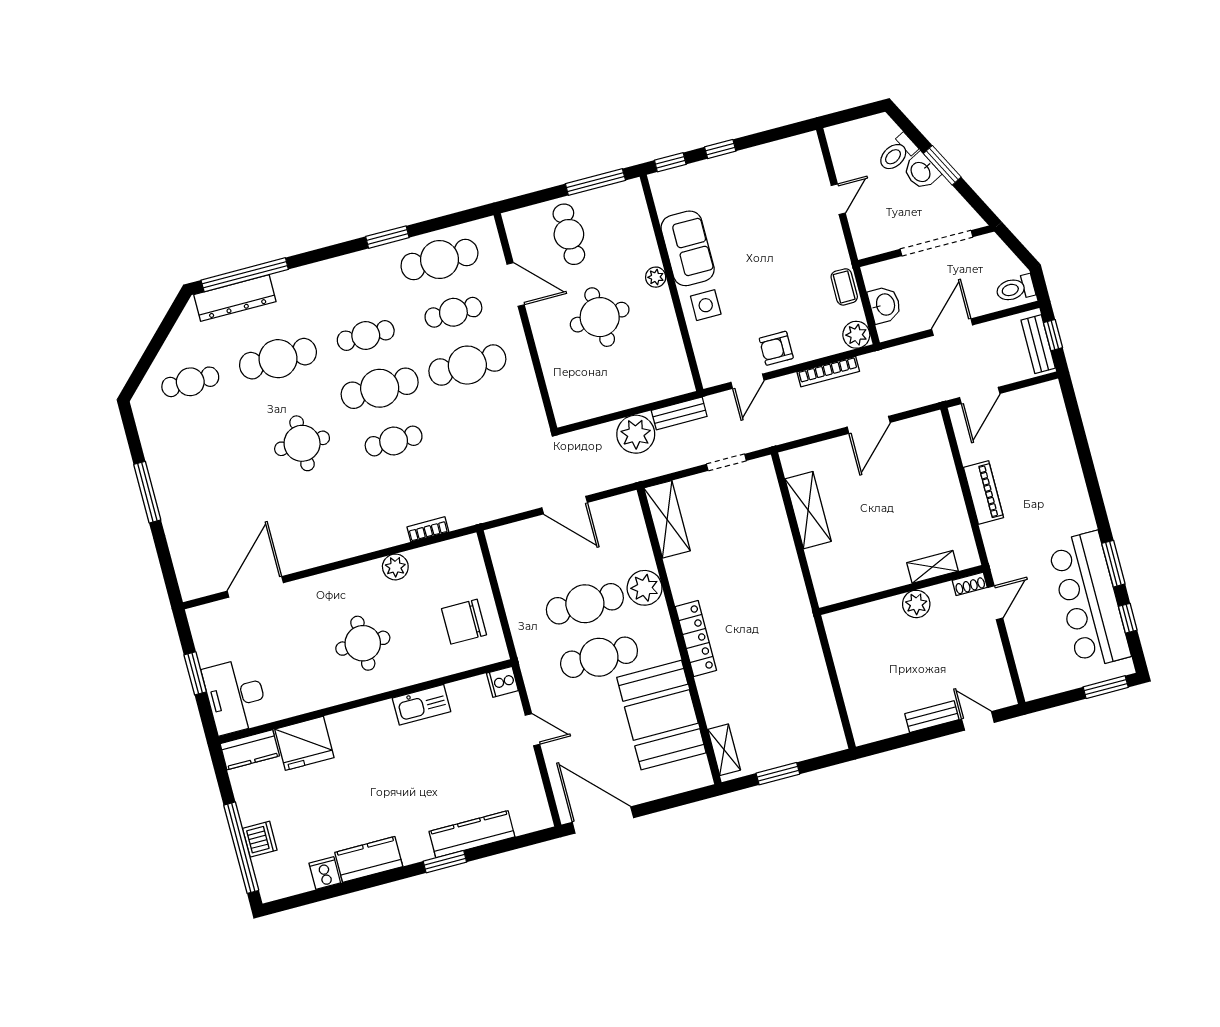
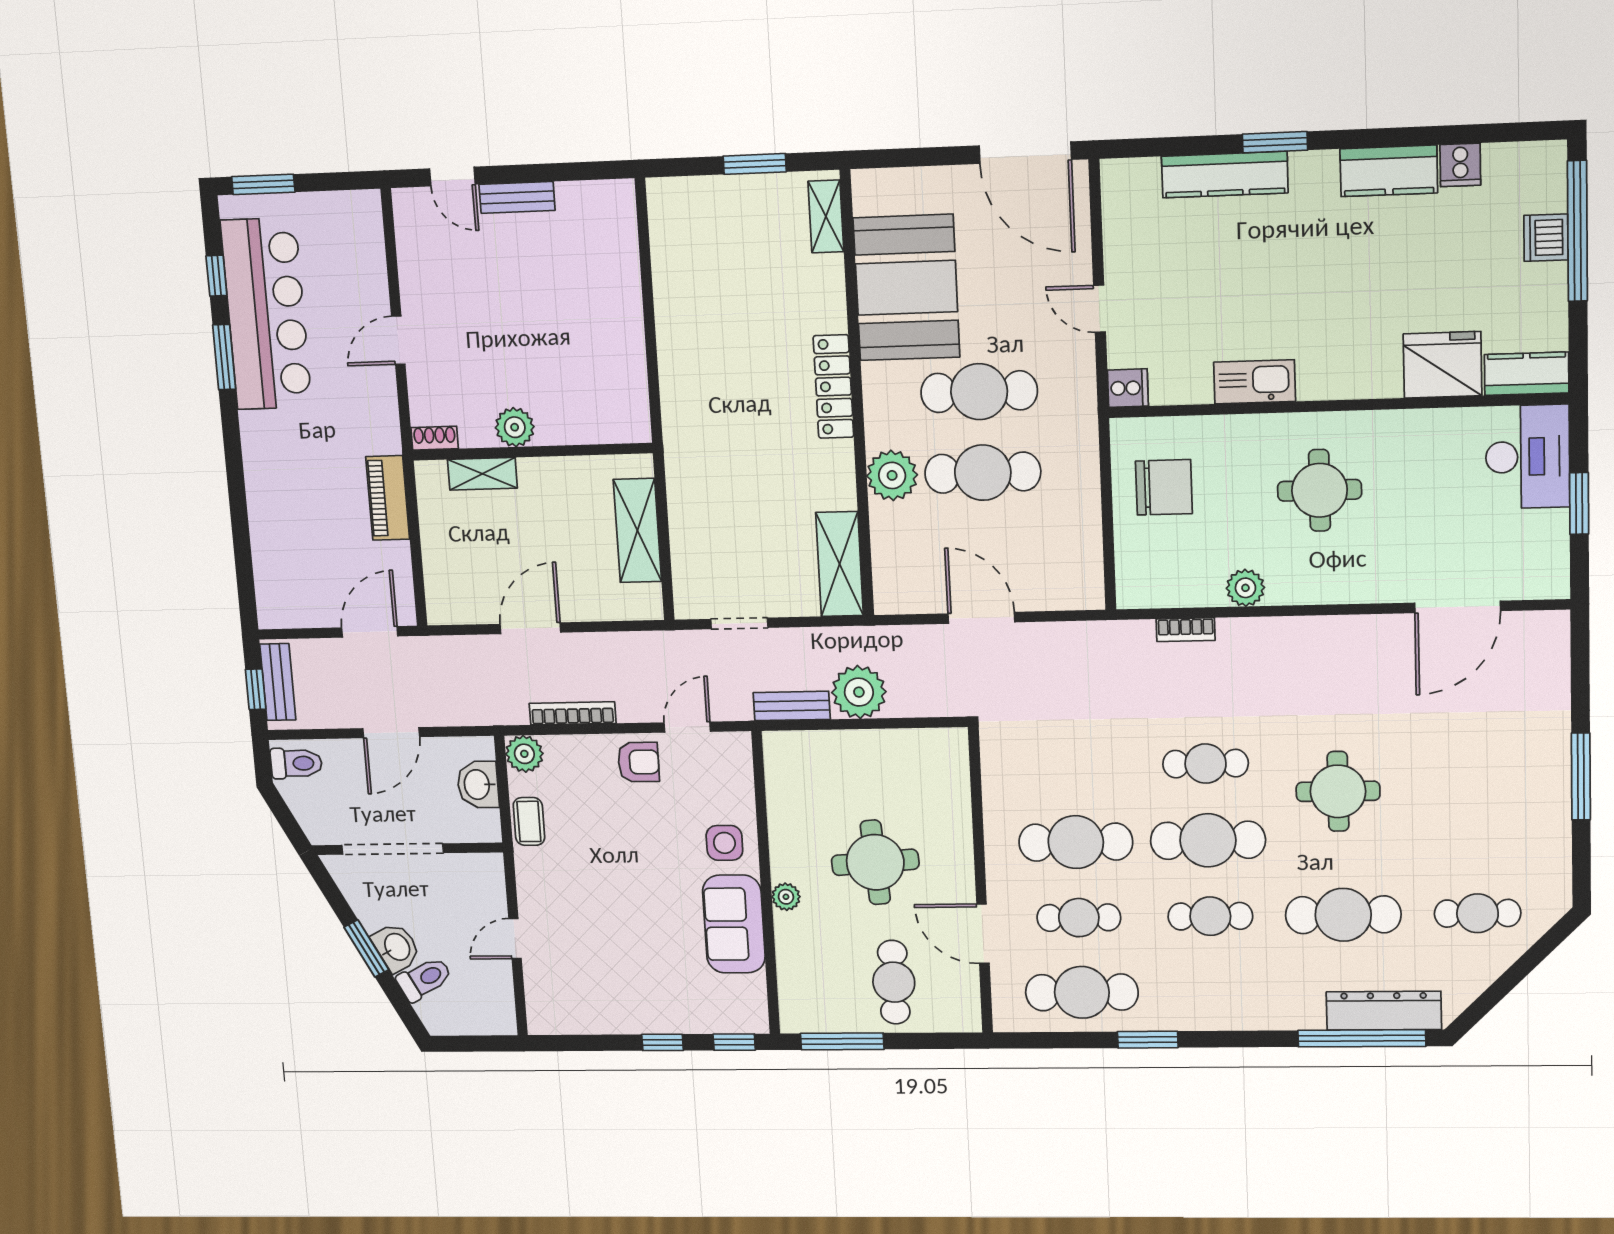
shelving: (933, 567) -> (482, 474), moved
shoe rack: (970, 584) -> (435, 438), moved
wall: (901, 590) -> (532, 452), moved
plant: (916, 604) -> (515, 427), moved

